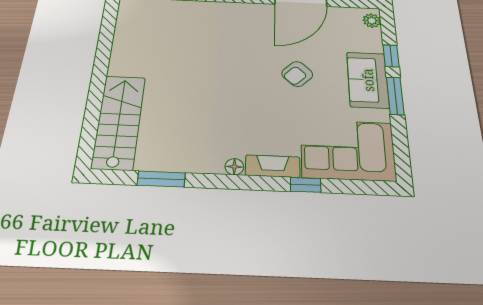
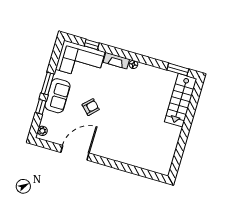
window: (161, 179) -> (178, 69), moved
window: (306, 185) -> (92, 44), moved

